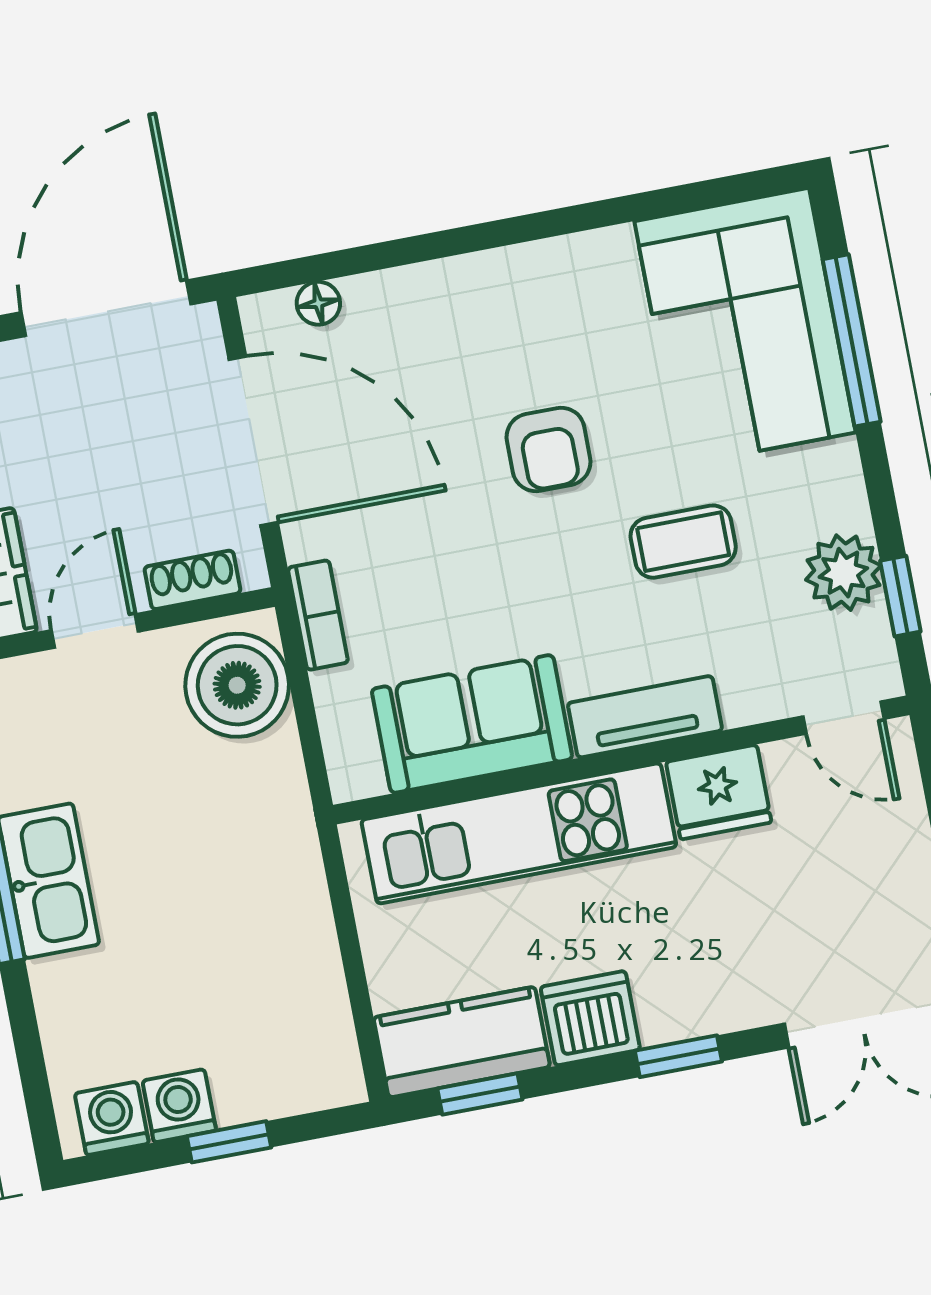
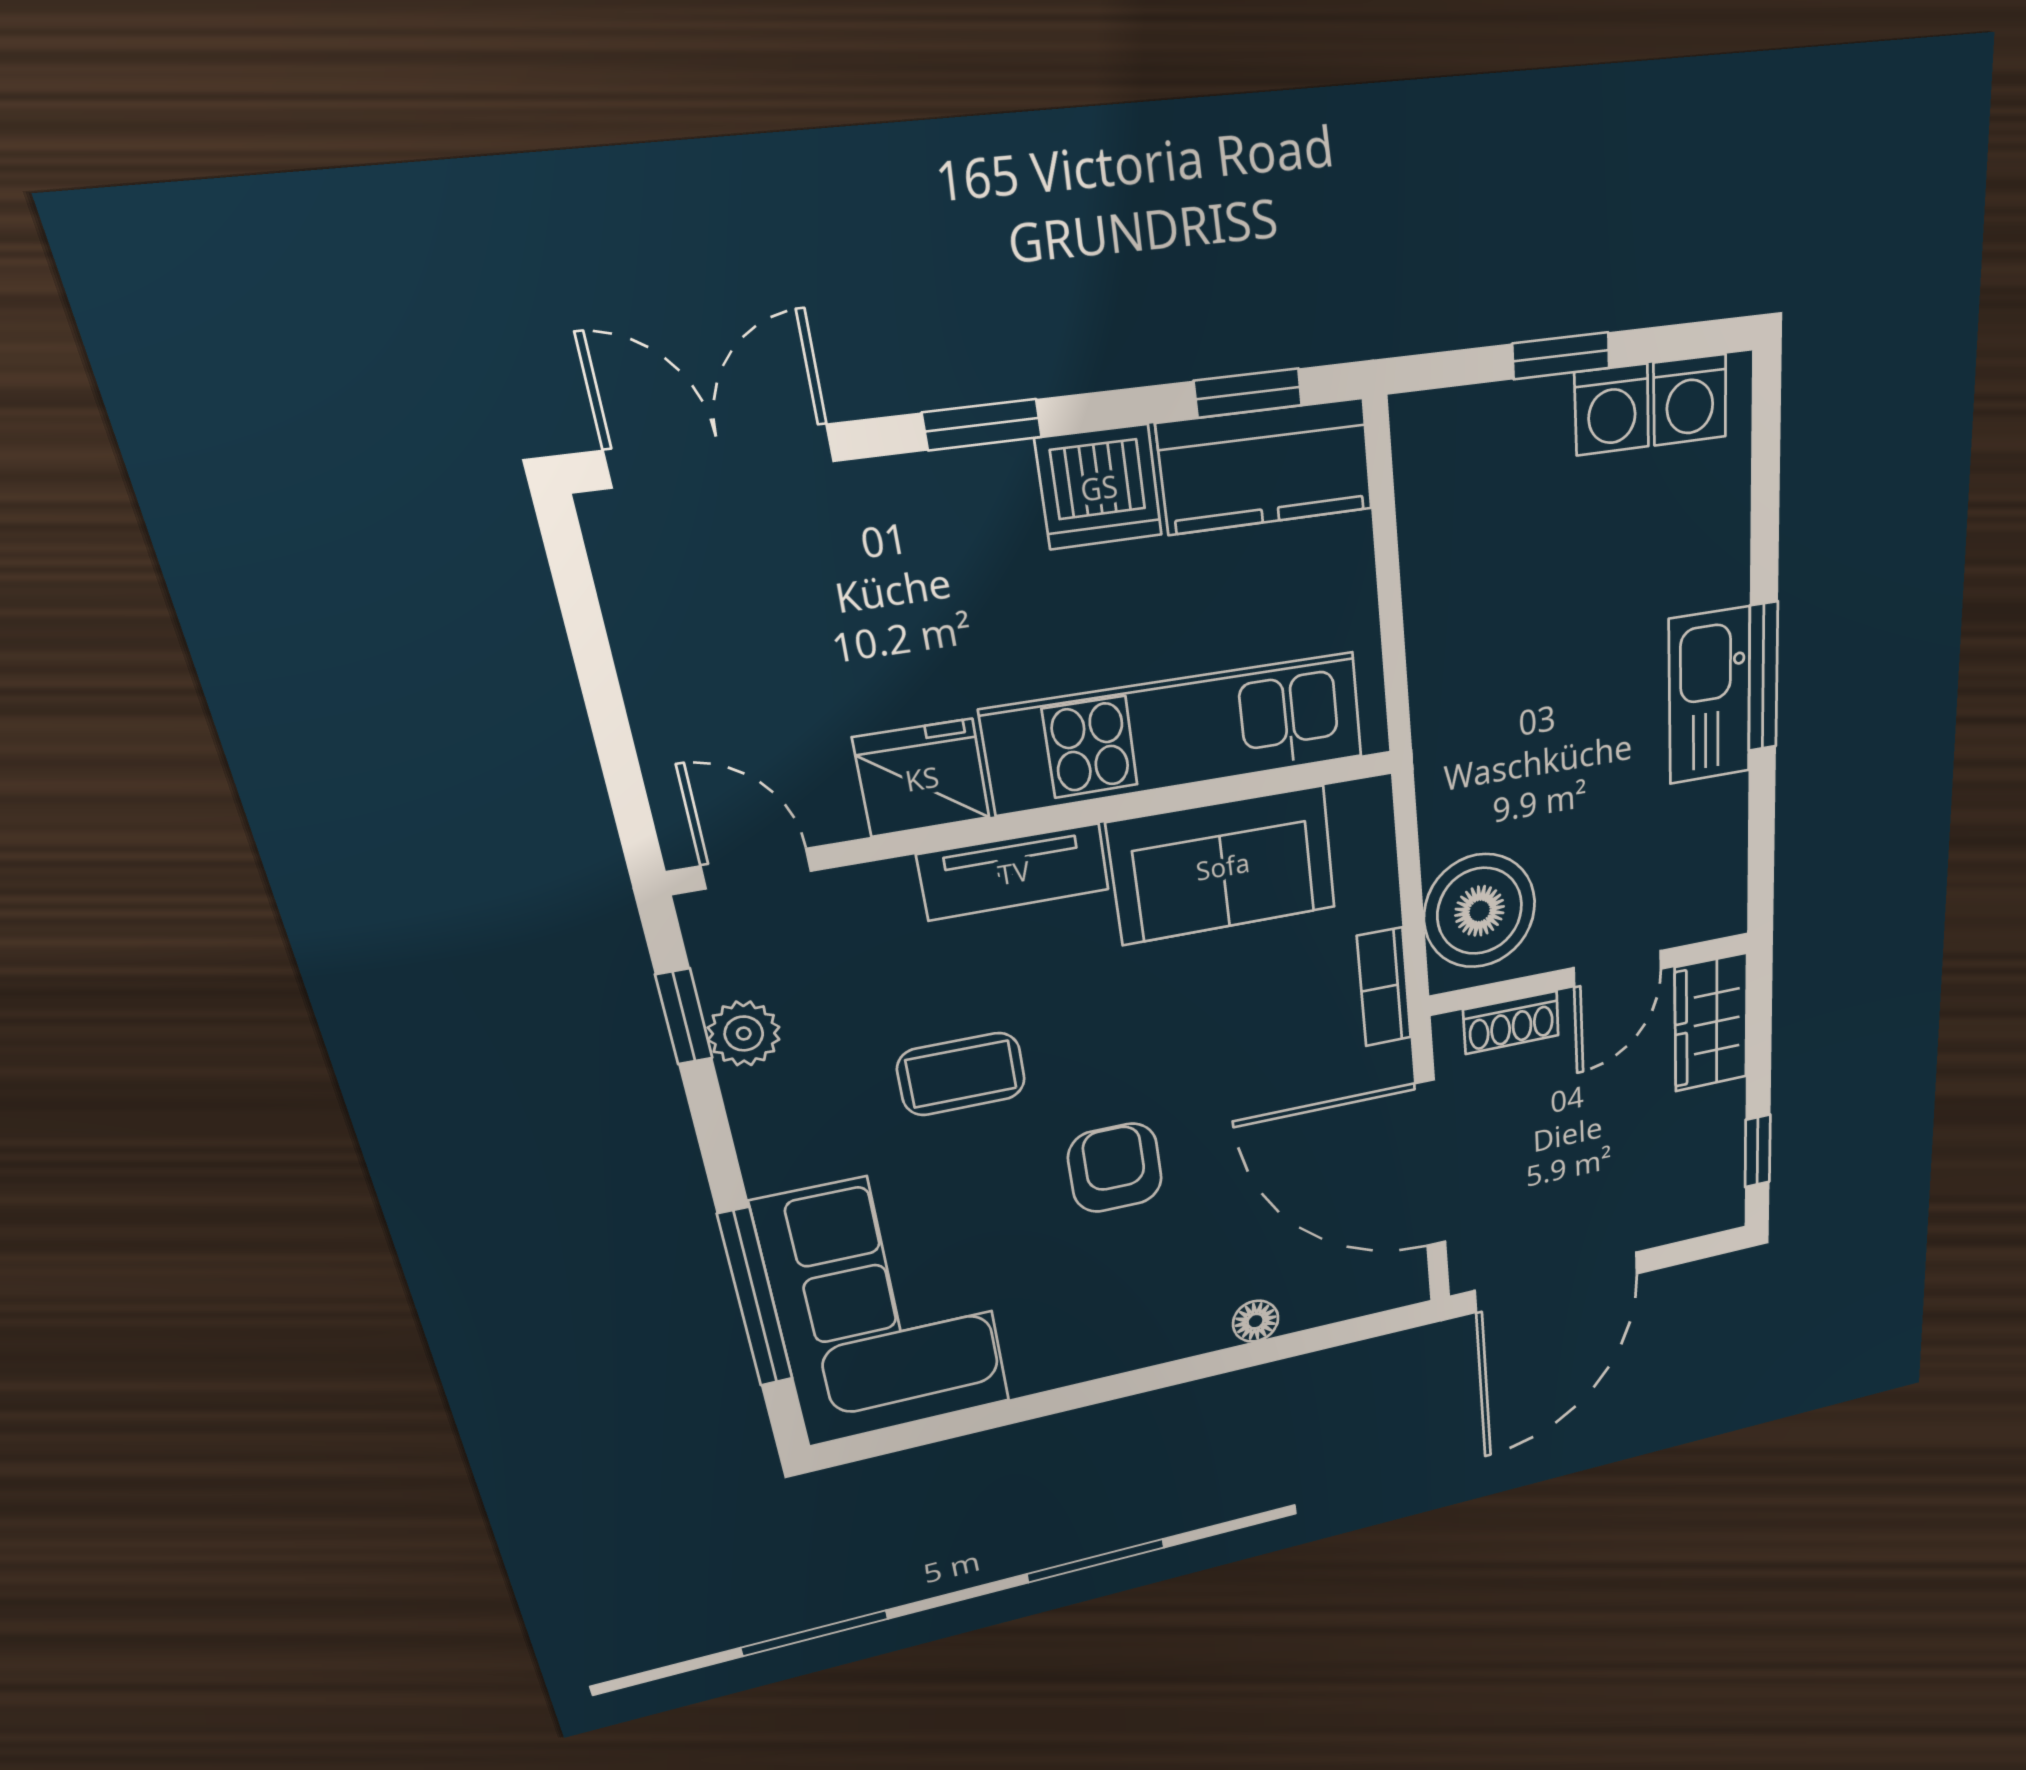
floor lamp: (318, 303) -> (1256, 1321), moved
plant: (843, 573) -> (744, 1034), width x0.73, depth x0.73

